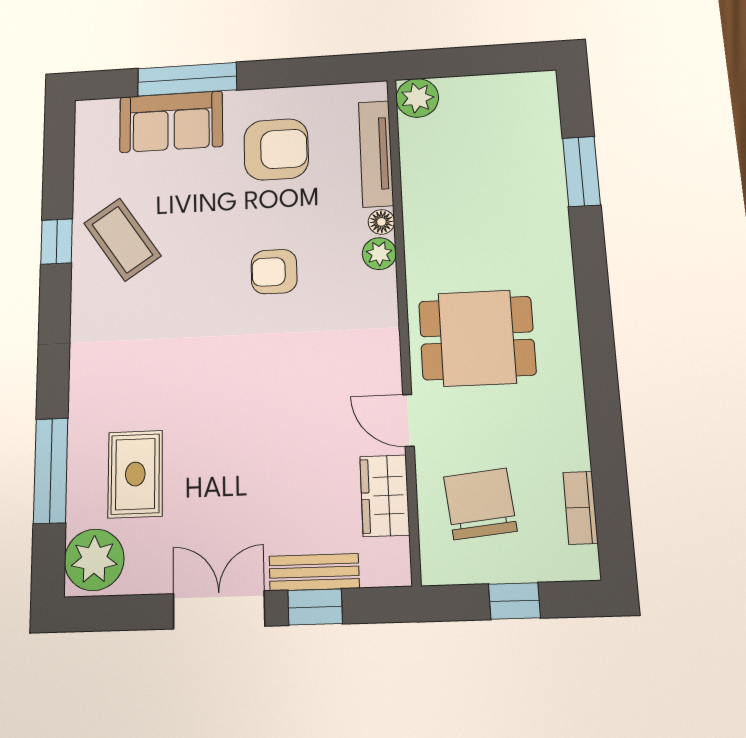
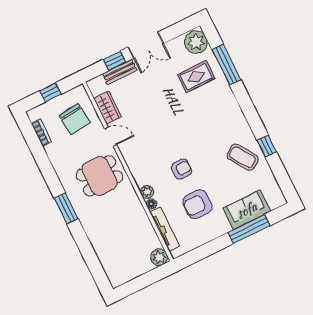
armchair: (276, 149) -> (197, 204), moved
window: (581, 171) -> (66, 208), moved
rug: (135, 474) -> (196, 77), turned 90

